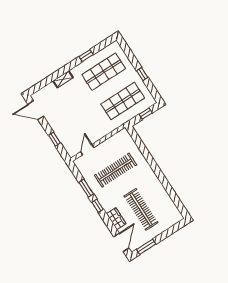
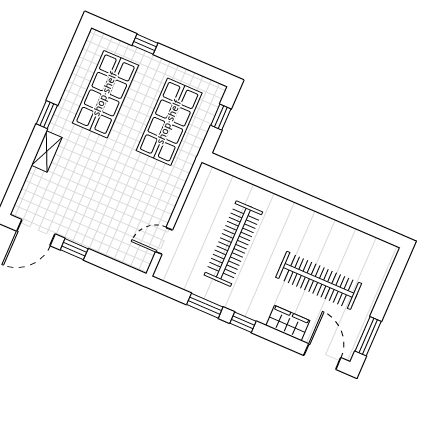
window: (86, 56) -> (47, 115), moved
window: (142, 74) -> (145, 44), moved
window: (54, 139) -> (74, 249), moved
door: (87, 150) -> (164, 241), hinge flipped

